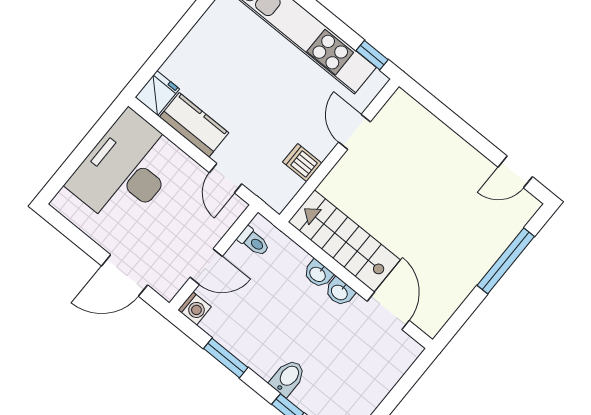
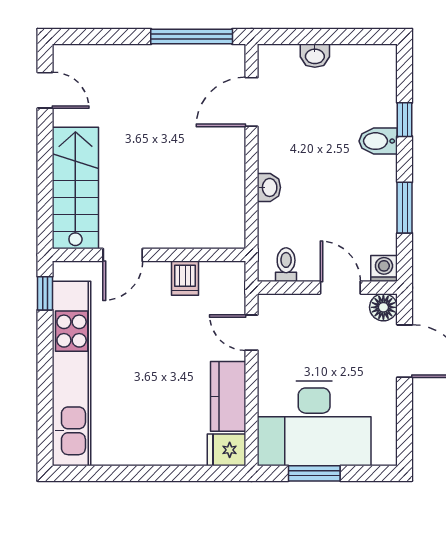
window: (90, 141) -> (314, 473), added
door: (226, 178) -> (252, 333), swing flipped
stairs: (344, 241) -> (75, 188), moved, turned 180
window: (506, 261) -> (192, 37), moved
floor lamp: (168, 286) -> (383, 307), added
washbasin: (340, 292) -> (315, 56), moved, turned 90

